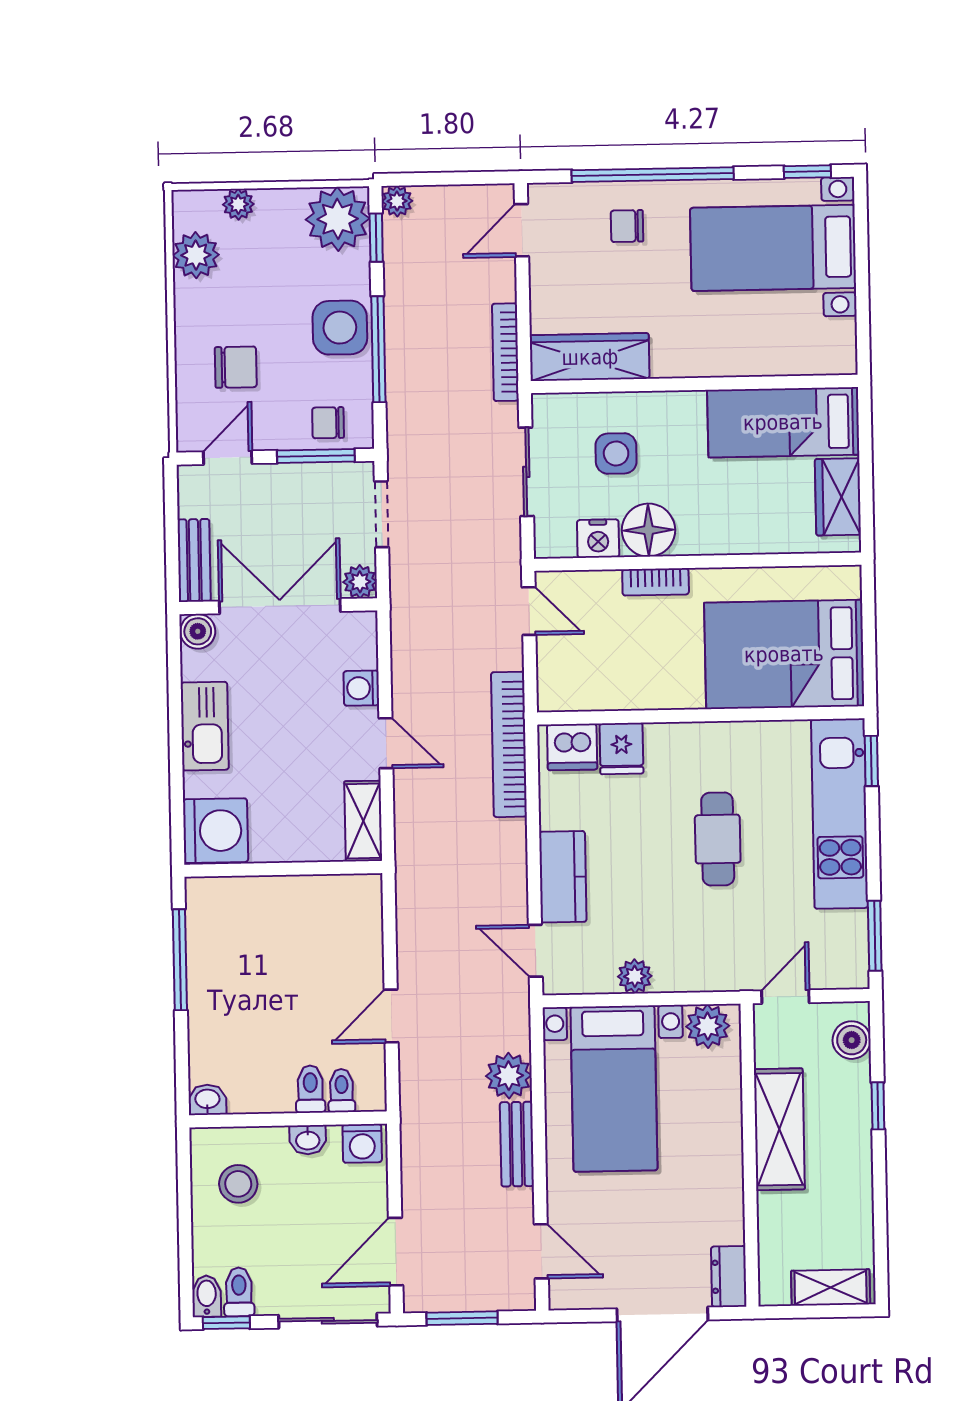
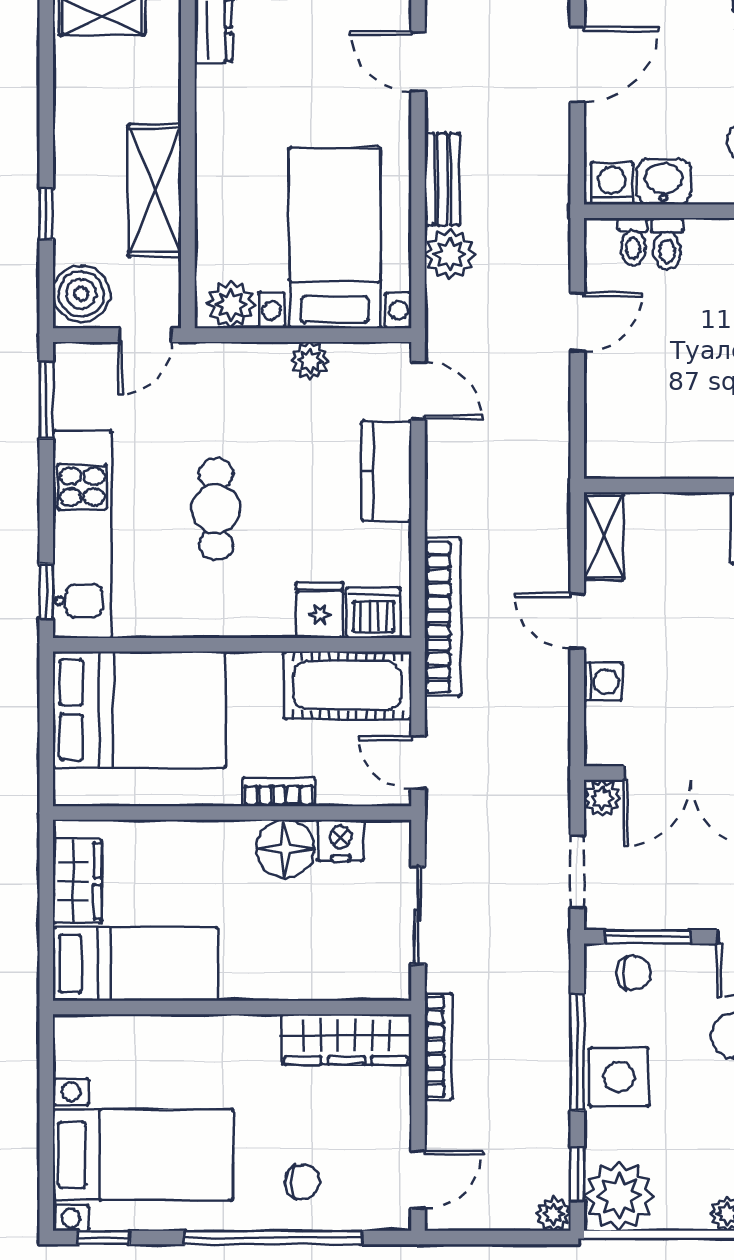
side table: (616, 454) -> (319, 933), removed
cot: (595, 680) -> (347, 685), added
boiler: (852, 1040) -> (81, 294), width x1.36, depth x1.36
washbasin: (308, 1140) -> (664, 182), width x1.38, depth x1.45

